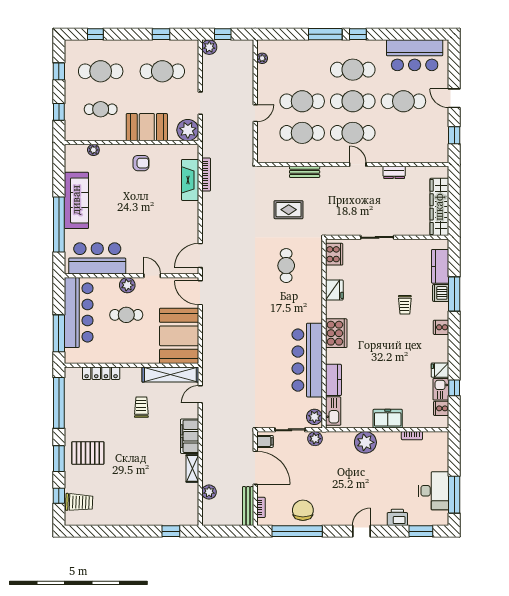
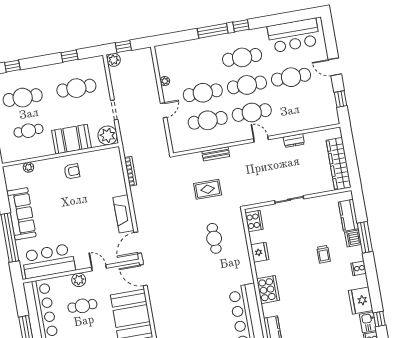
plant: (262, 58) -> (165, 81), moved
fireplace: (190, 180) -> (123, 214), moved
fridge: (440, 370) -> (361, 301), width x1.88, depth x1.34

